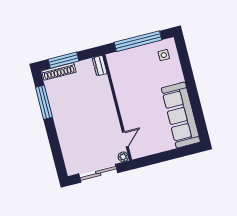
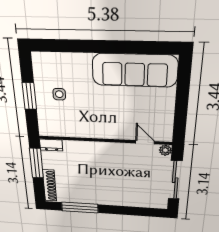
window: (138, 41) -> (29, 96), width x0.47
side table: (164, 55) -> (59, 94), moved
window: (64, 60) -> (36, 163), moved

